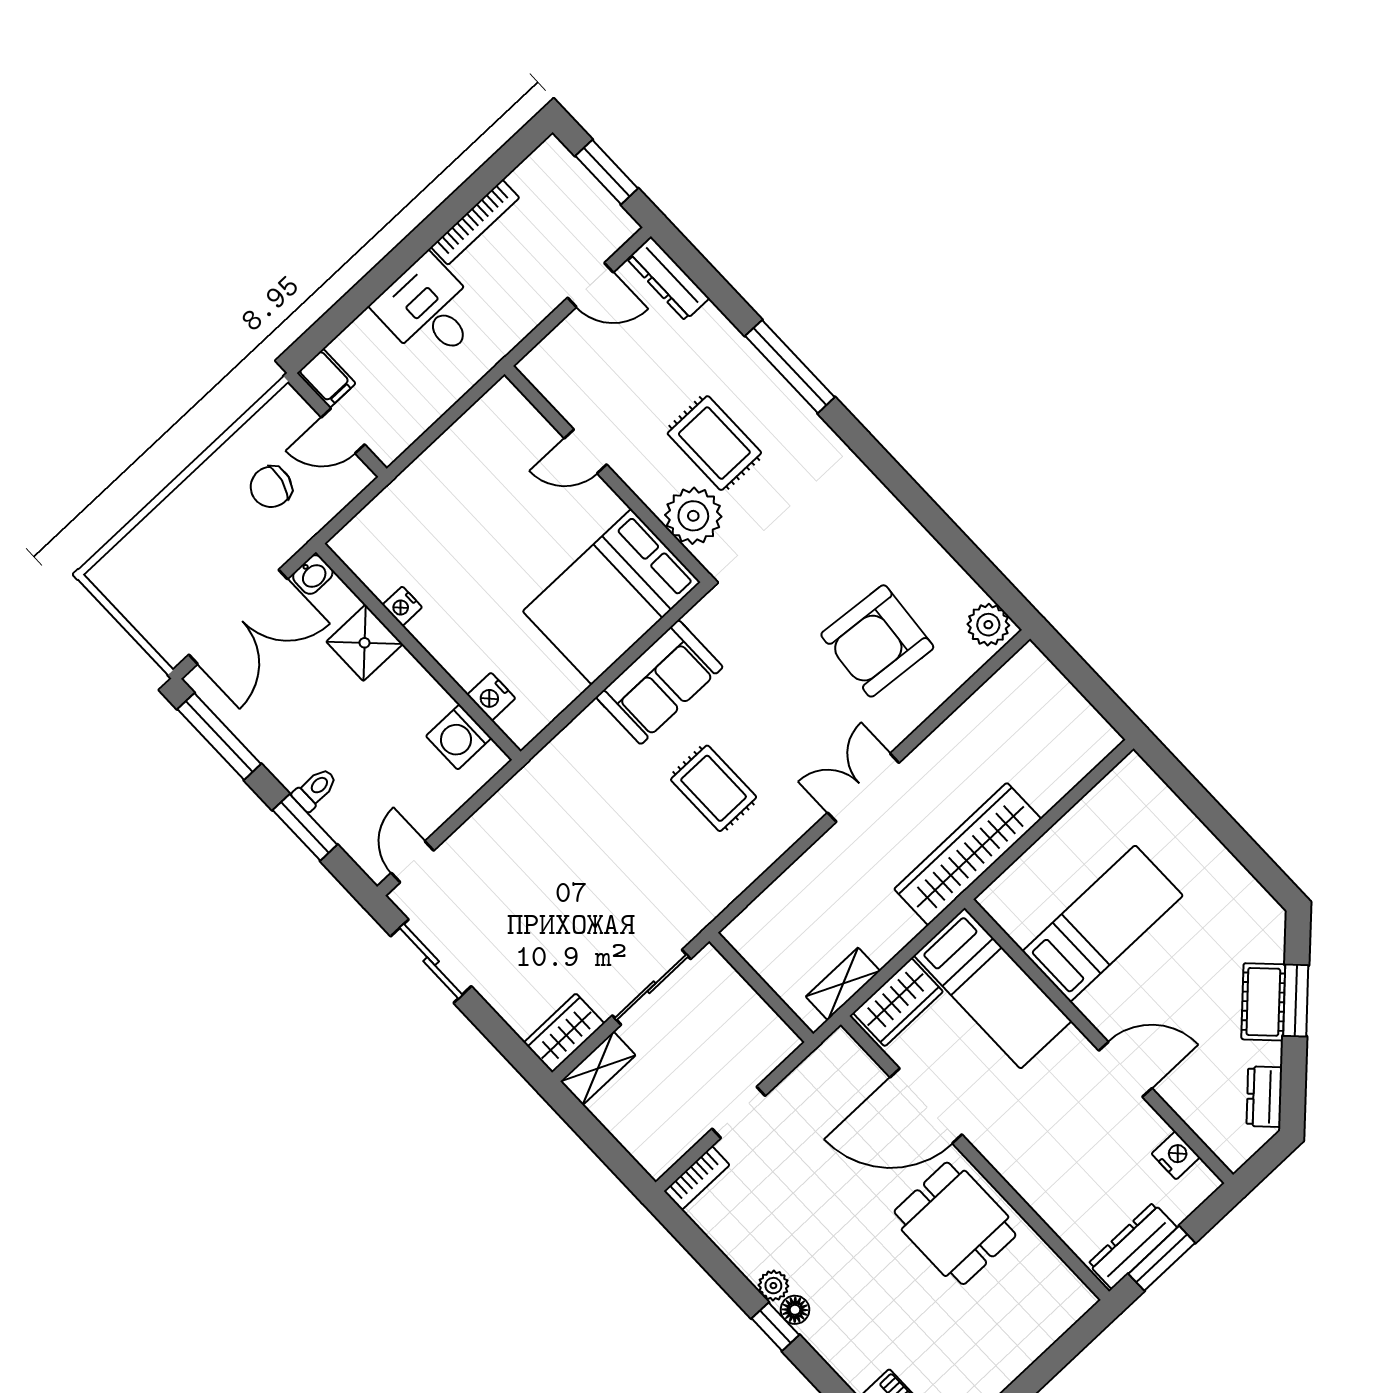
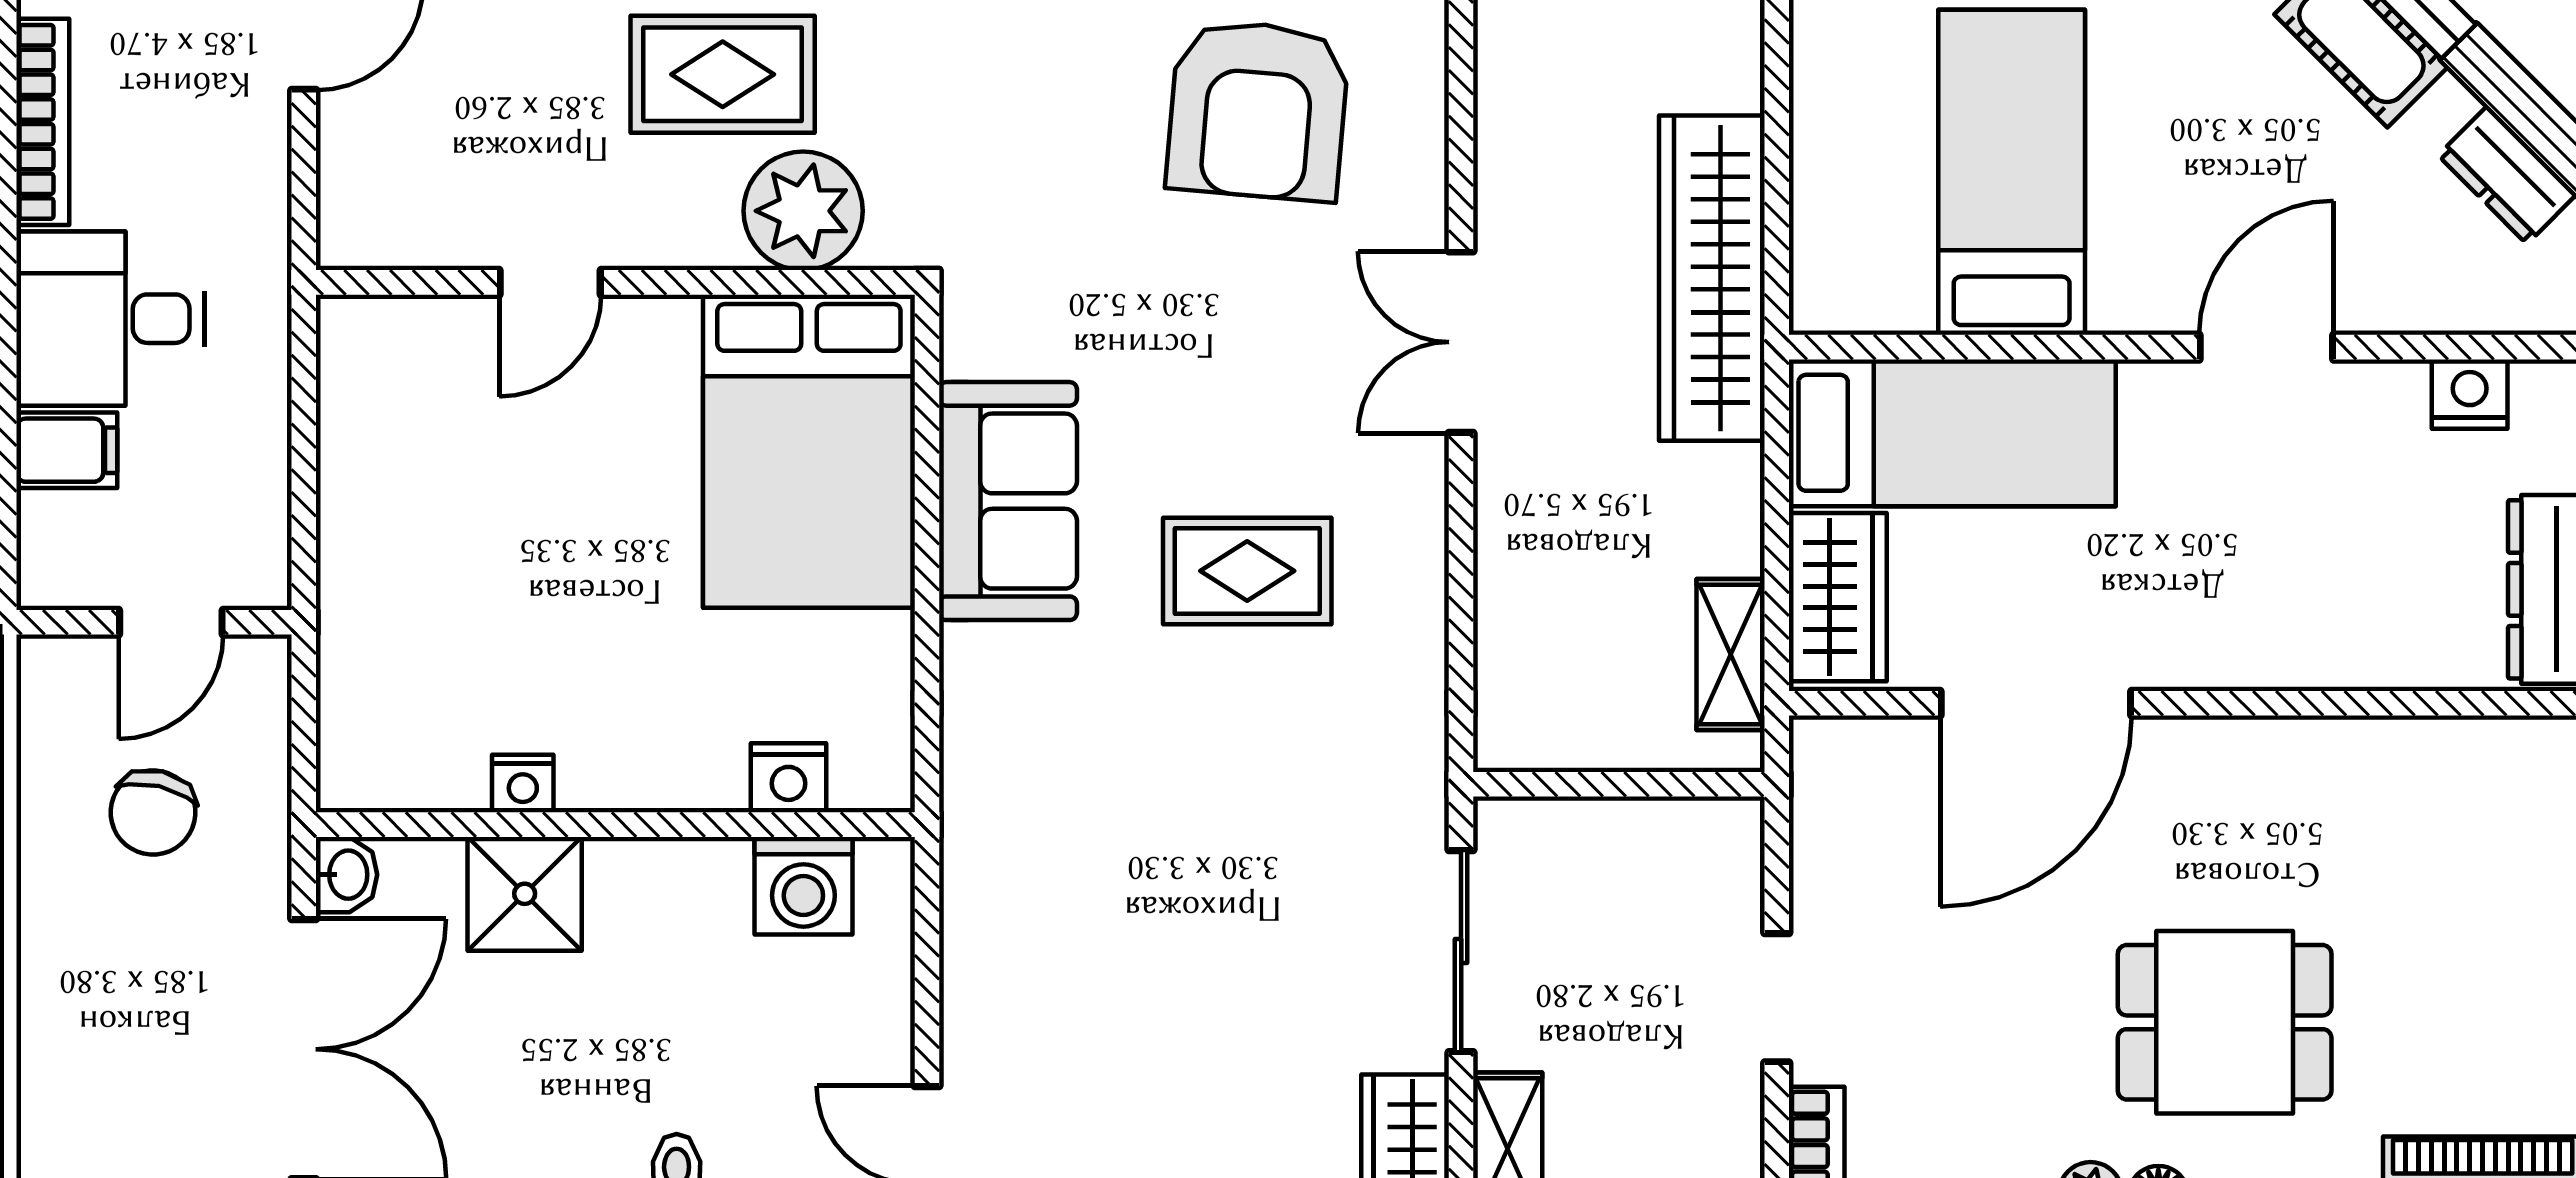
filing cabinet: (326, 378) -> (67, 450), moved
dining table: (955, 1223) -> (2225, 1022), moved

